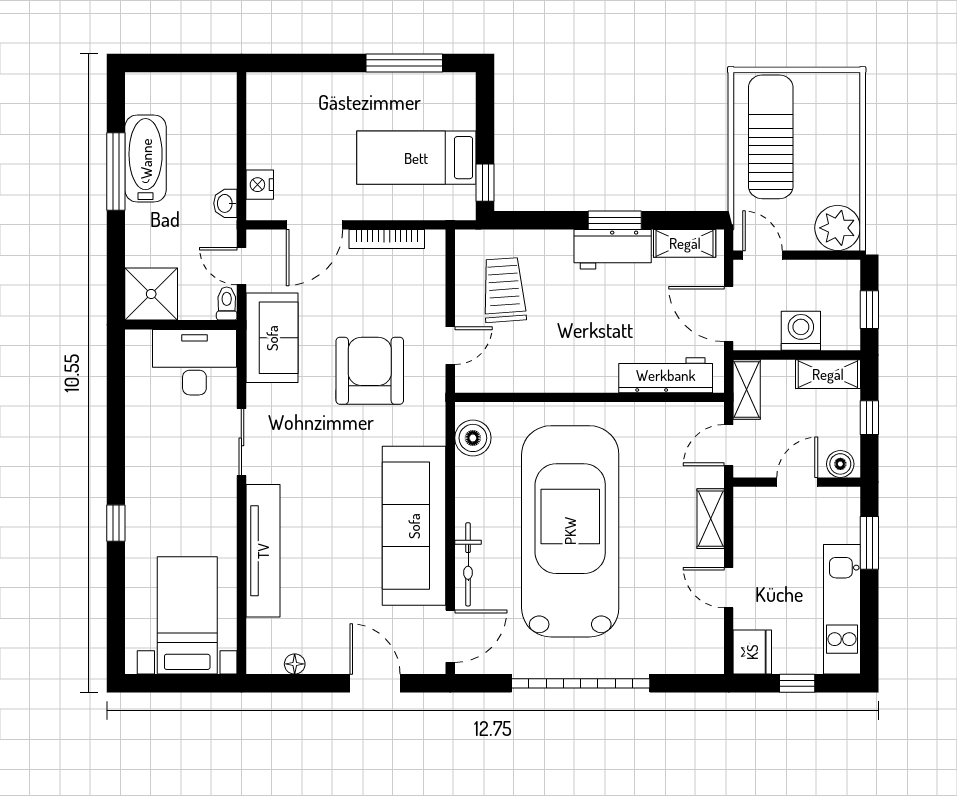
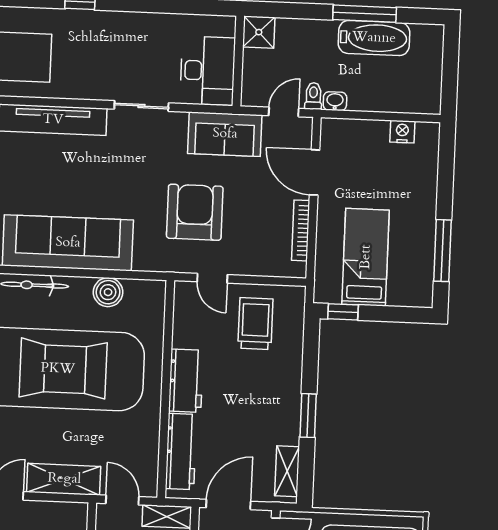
nightstand: (260, 185) -> (402, 132), moved
workbench: (613, 249) -> (186, 381), moved, turned 180
trolley: (504, 290) -> (255, 324), turned -86
shower: (151, 294) -> (259, 32), width x0.73, depth x0.73
toilet: (227, 304) -> (313, 96), moved, turned -90
armchair: (370, 371) -> (195, 212), turned -90
boiler: (473, 438) -> (108, 292), moved
shelving: (711, 519) -> (64, 479), width x1.50, depth x1.33

